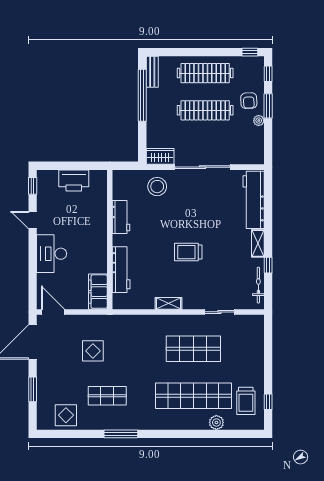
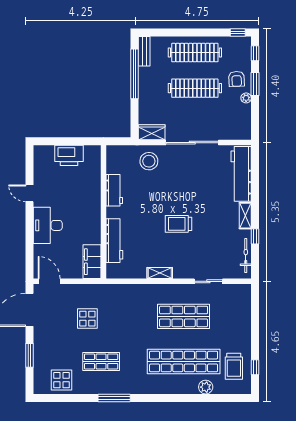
window: (33, 186) -> (30, 160), removed

